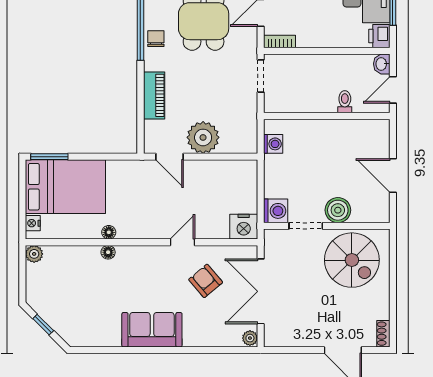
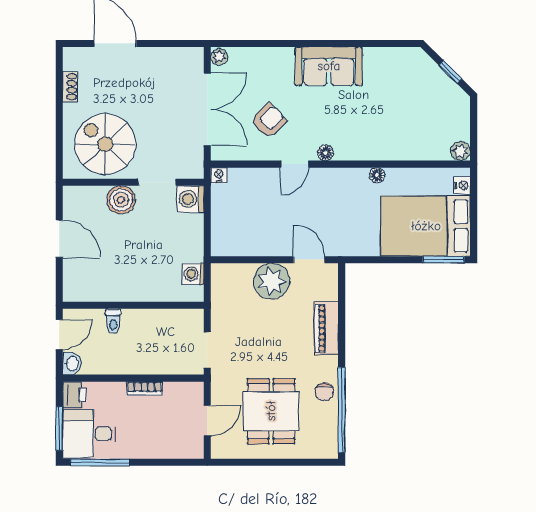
bookcase: (280, 41) -> (145, 389), moved
nightstand: (244, 227) -> (219, 175), width x0.53, depth x0.56
floor lamp: (108, 252) -> (325, 153), moved
armchair: (206, 281) -> (269, 121), turned -95
shoe rack: (383, 334) -> (70, 87), moved

